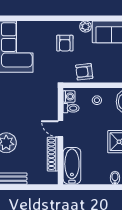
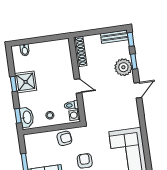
shoe rack: (53, 154) -> (80, 51), moved
bathtub: (72, 166) -> (64, 55), removed

